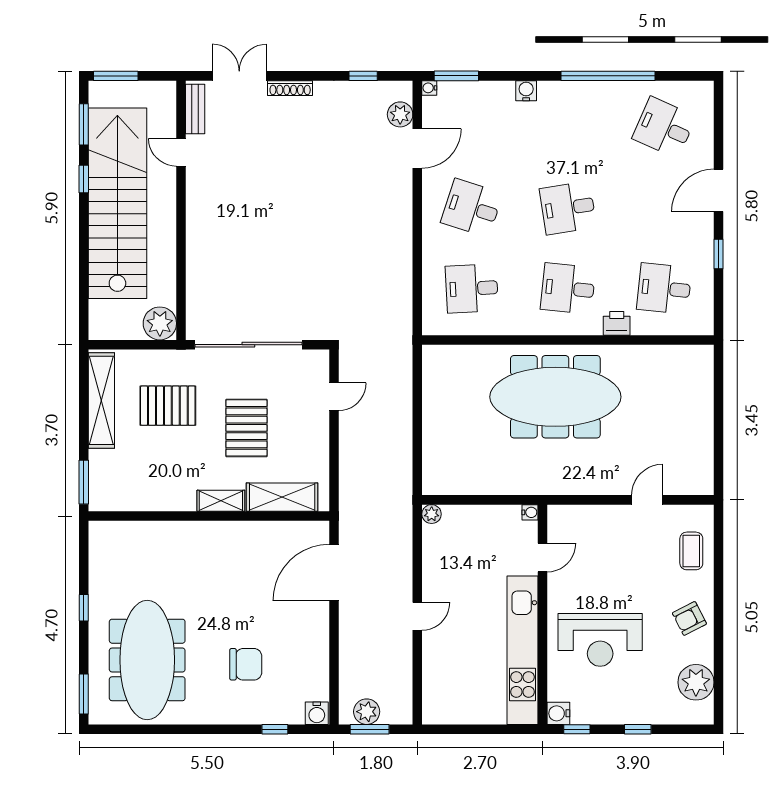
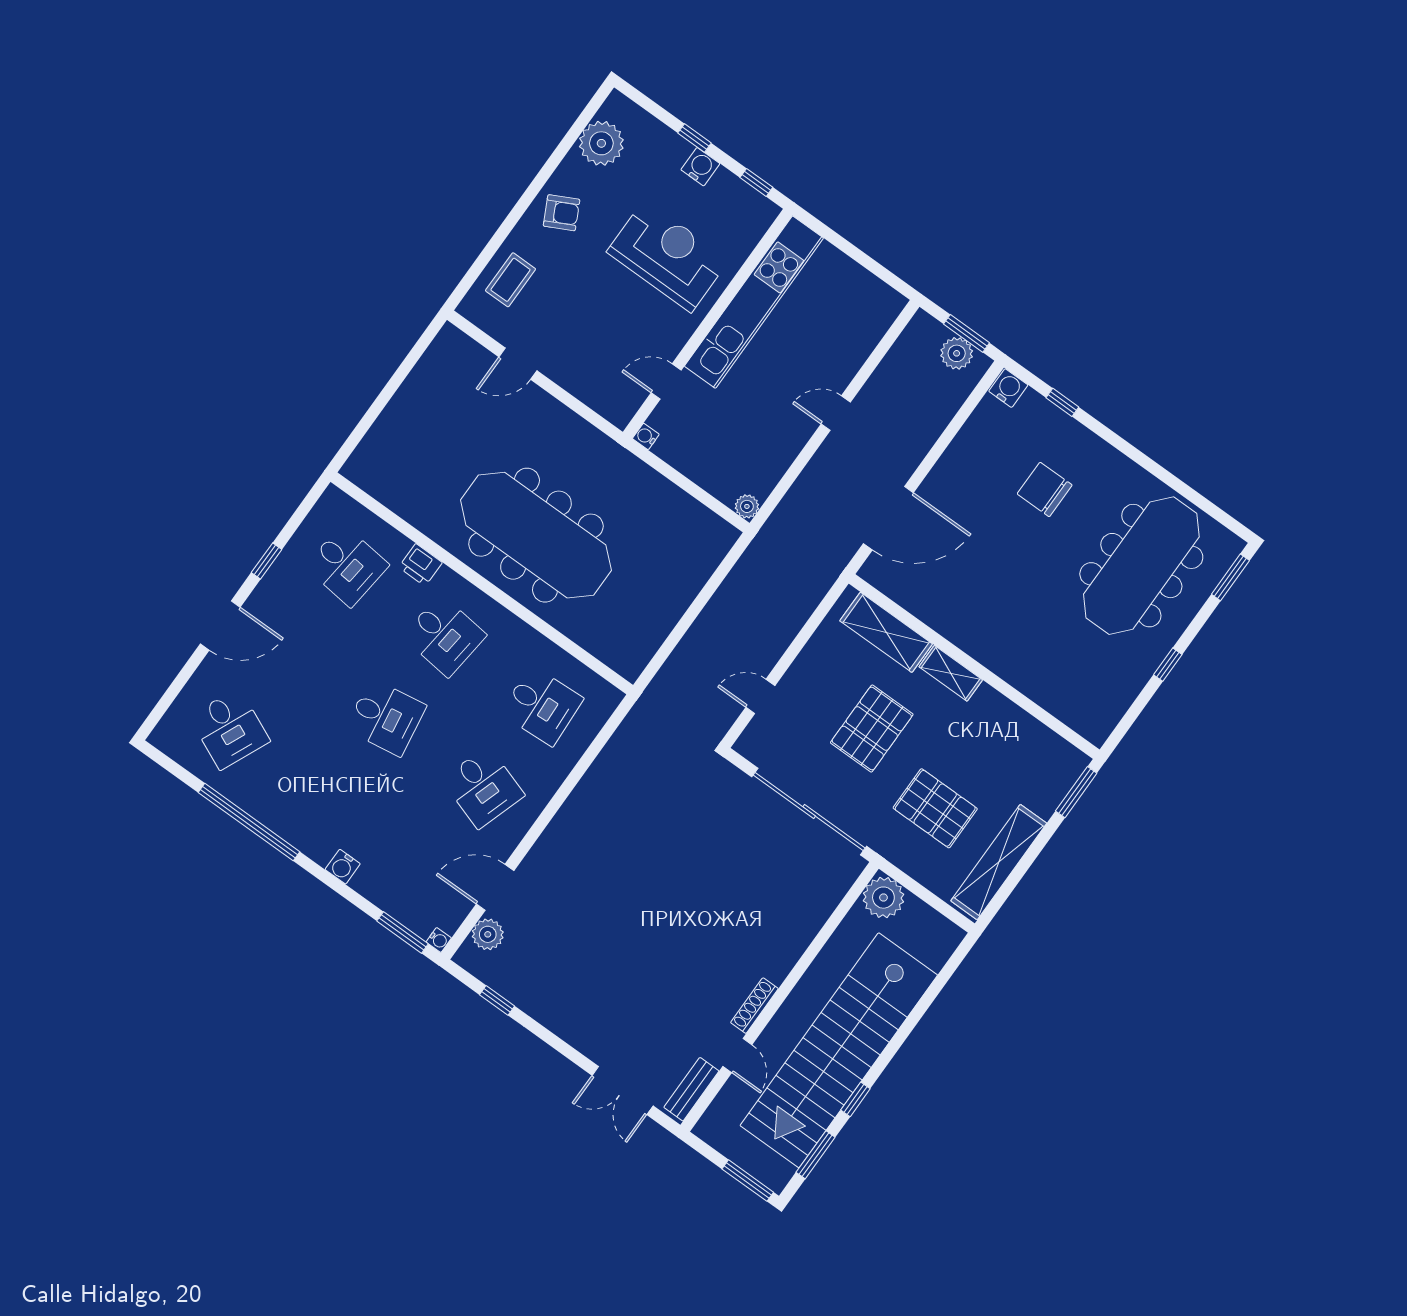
shoe rack: (290, 88) -> (754, 1006), moved, turned -90
water cooler: (558, 713) -> (700, 167), moved, turned -90

